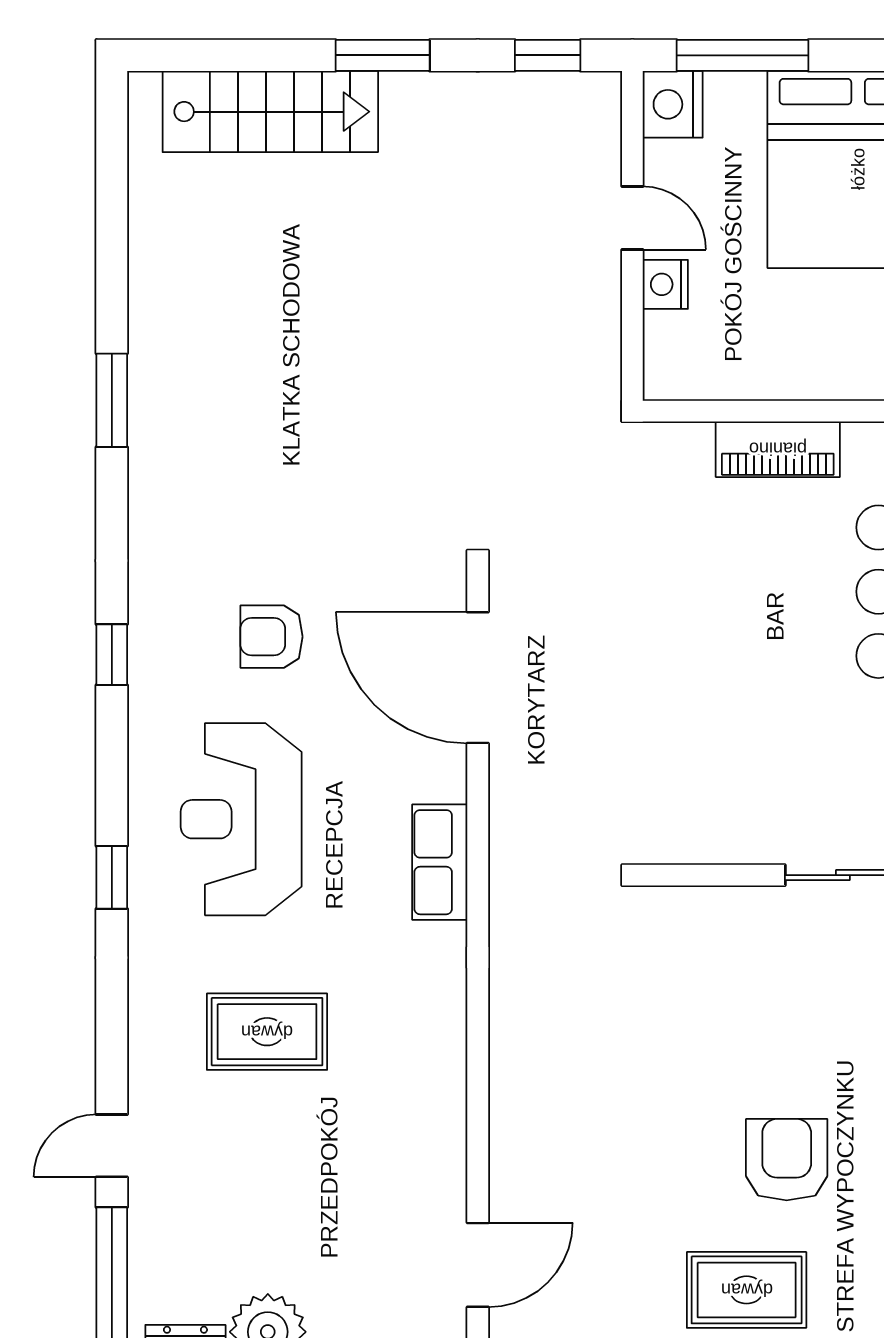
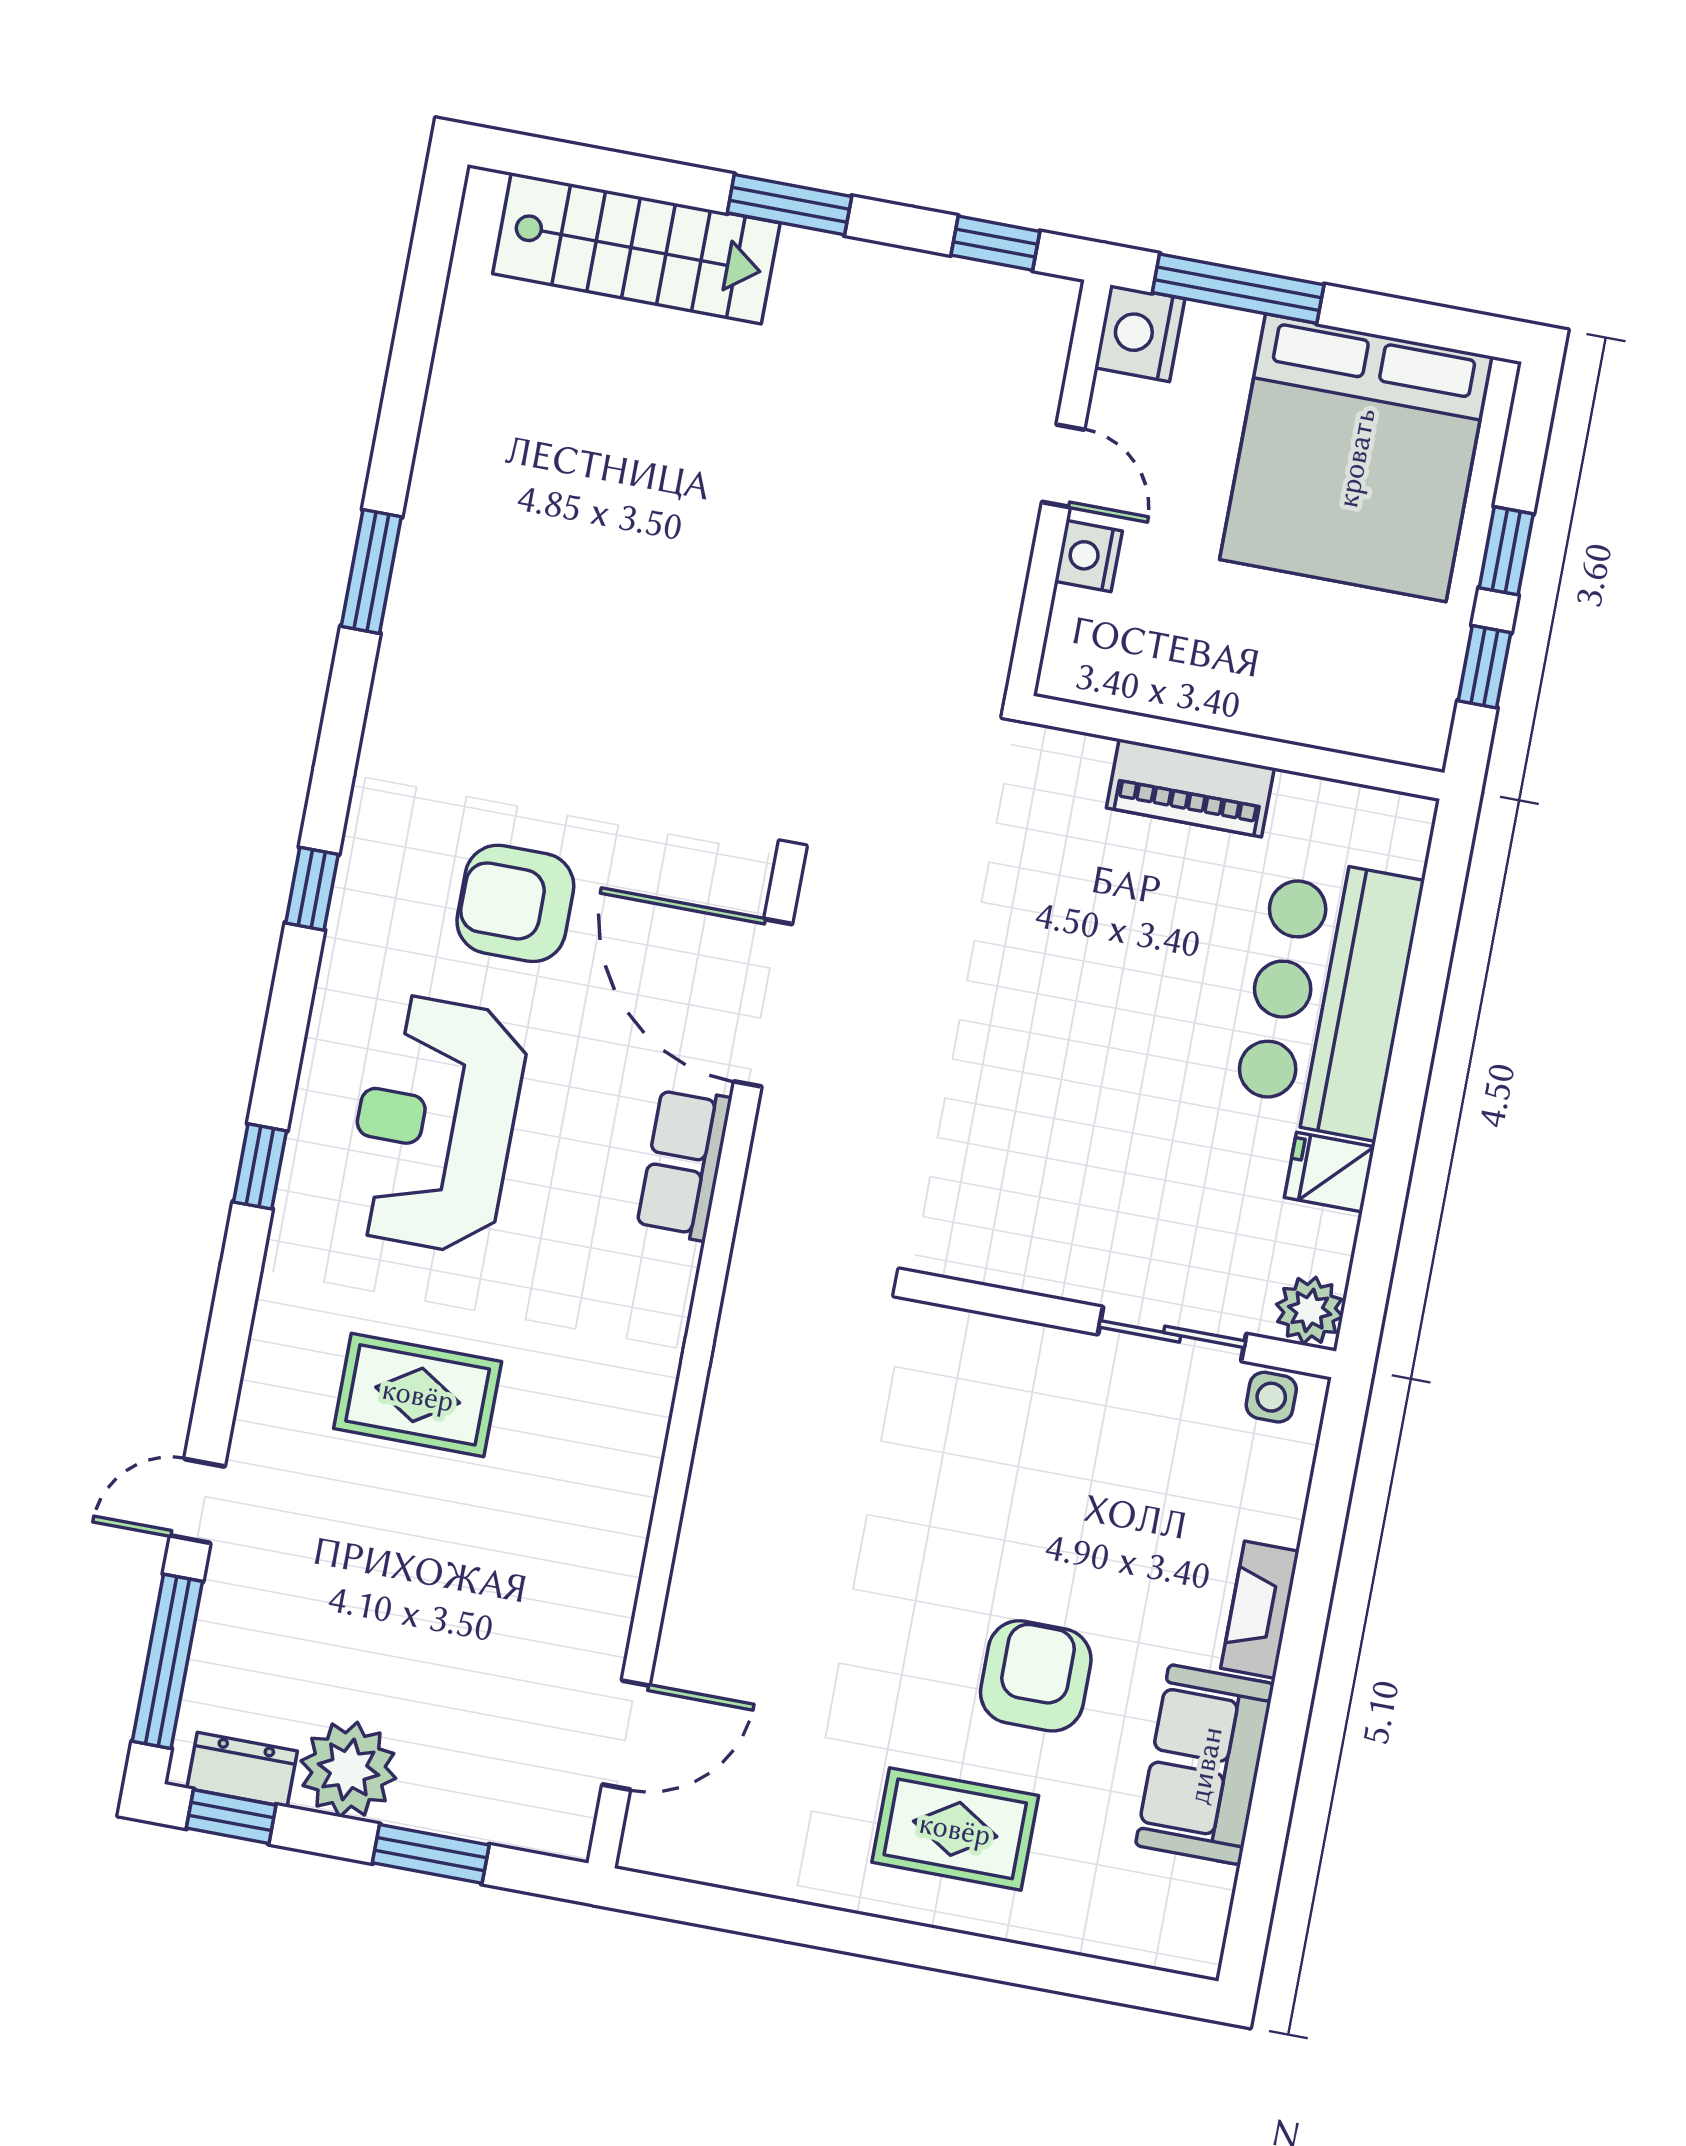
armchair: (271, 637) -> (515, 903), width x1.38, depth x1.38
row of seats: (440, 862) -> (684, 1163), moved

